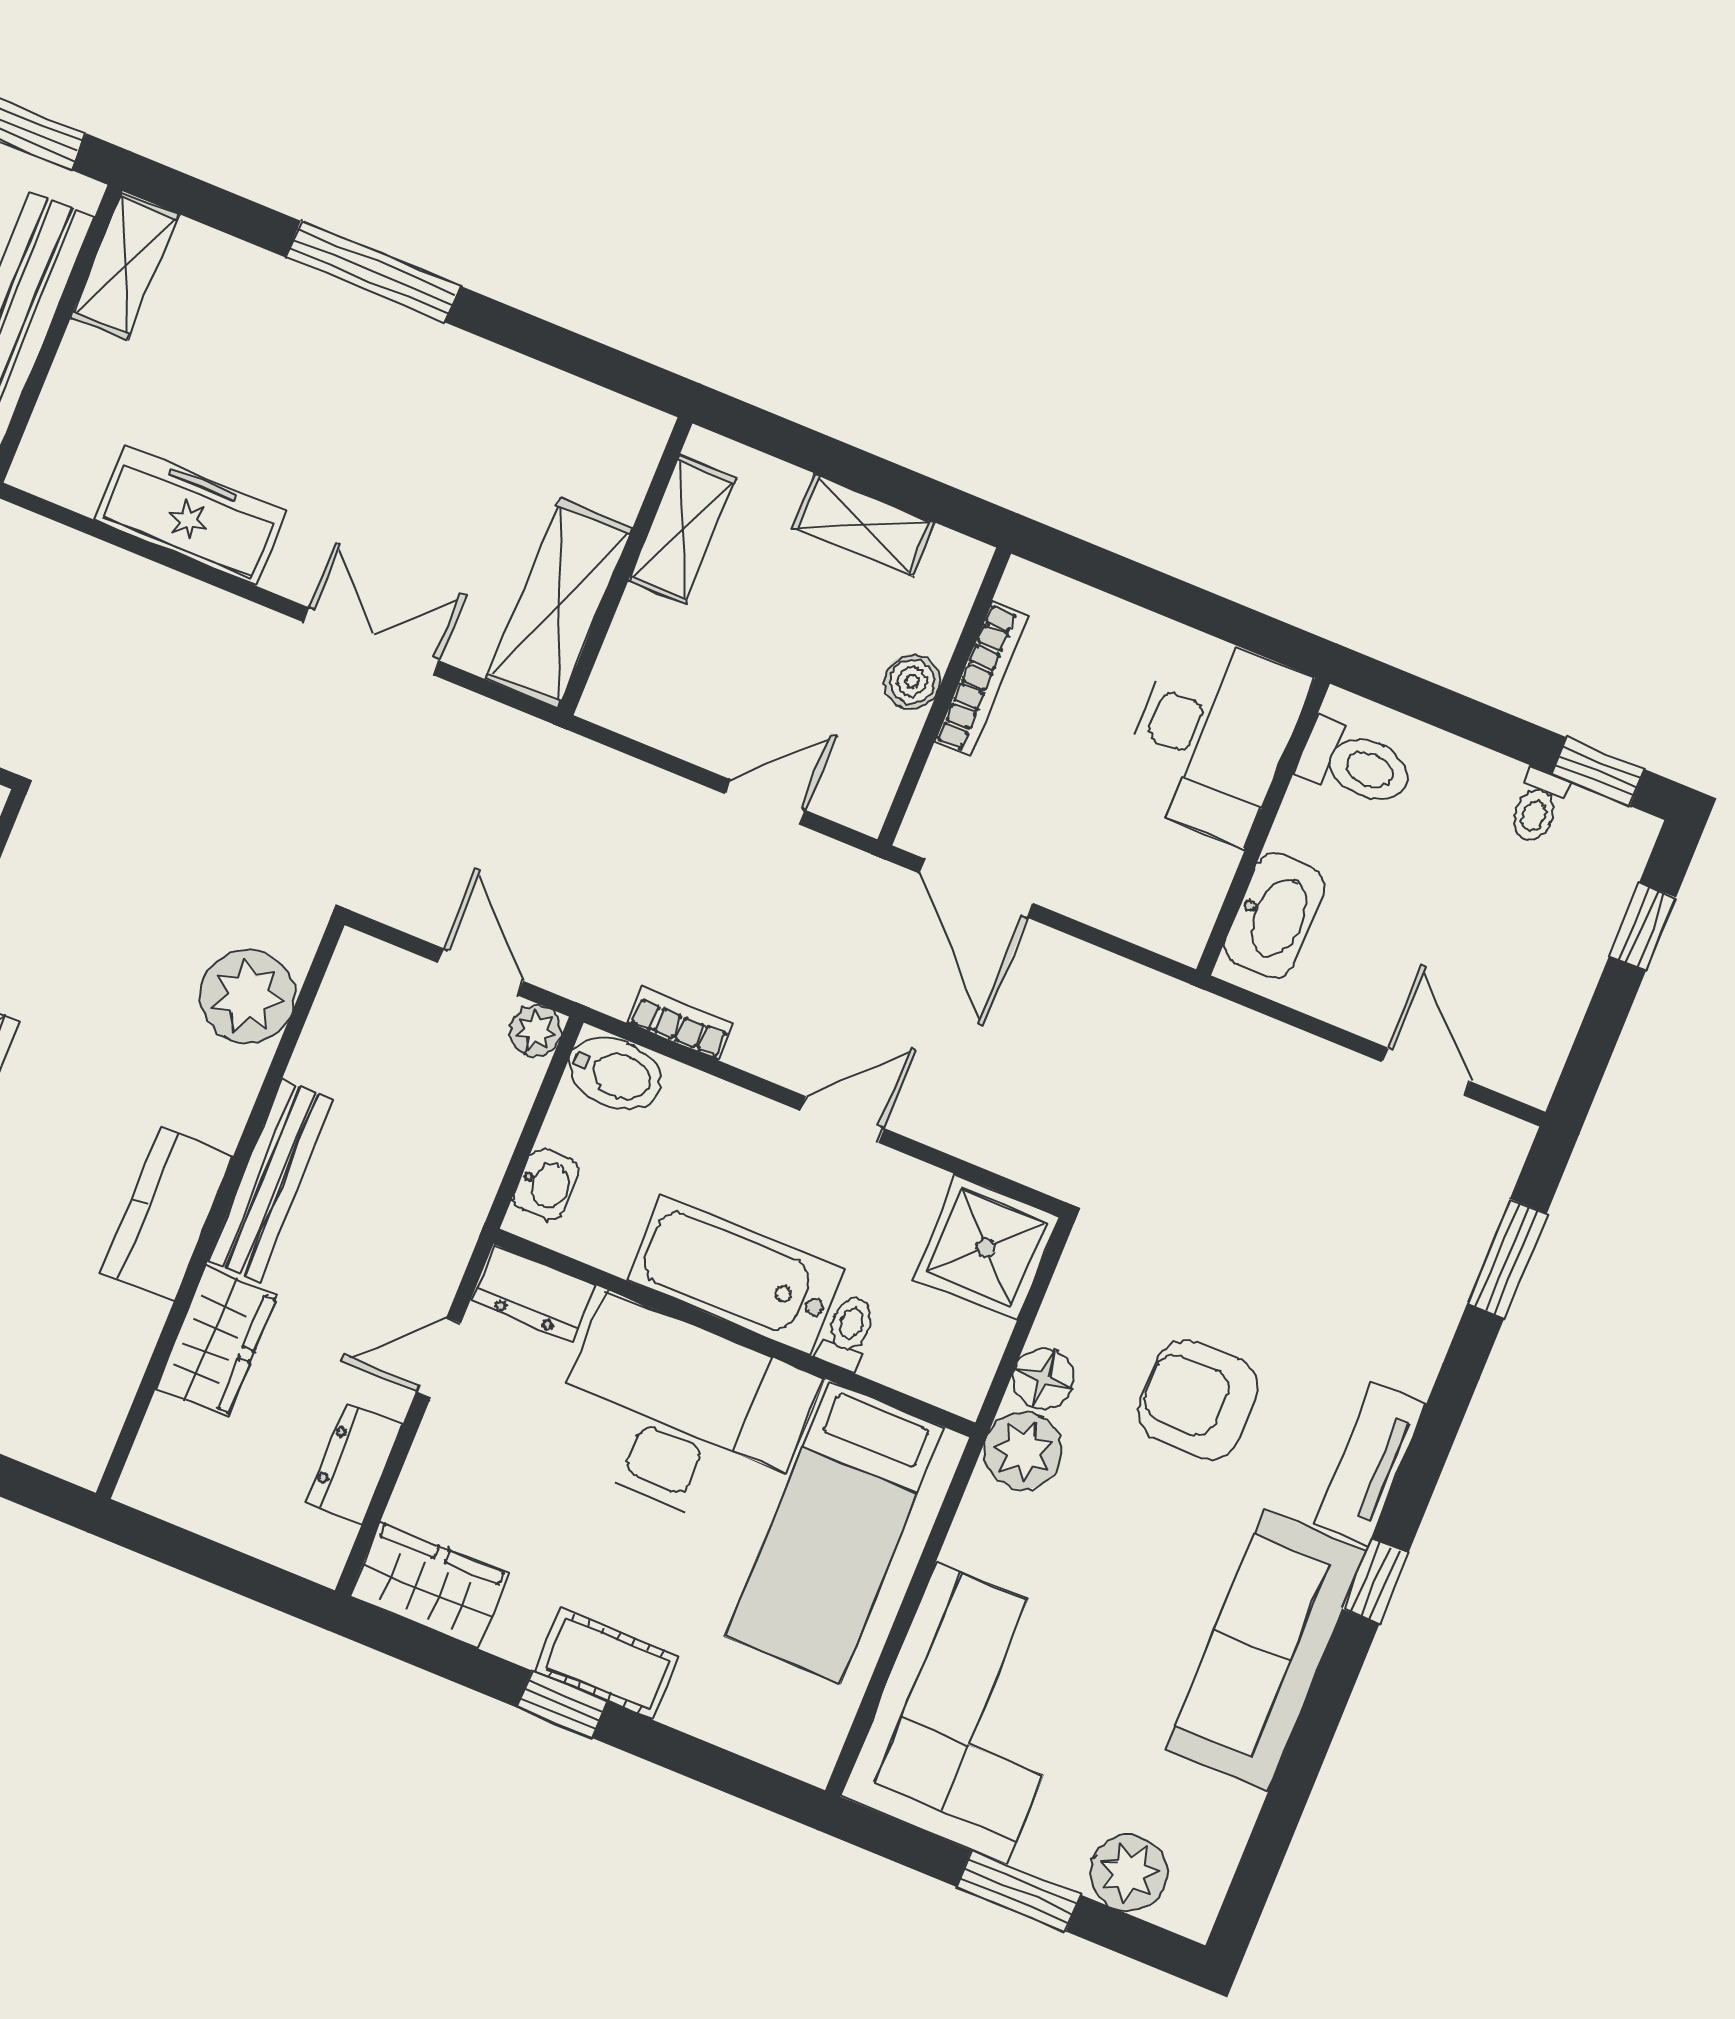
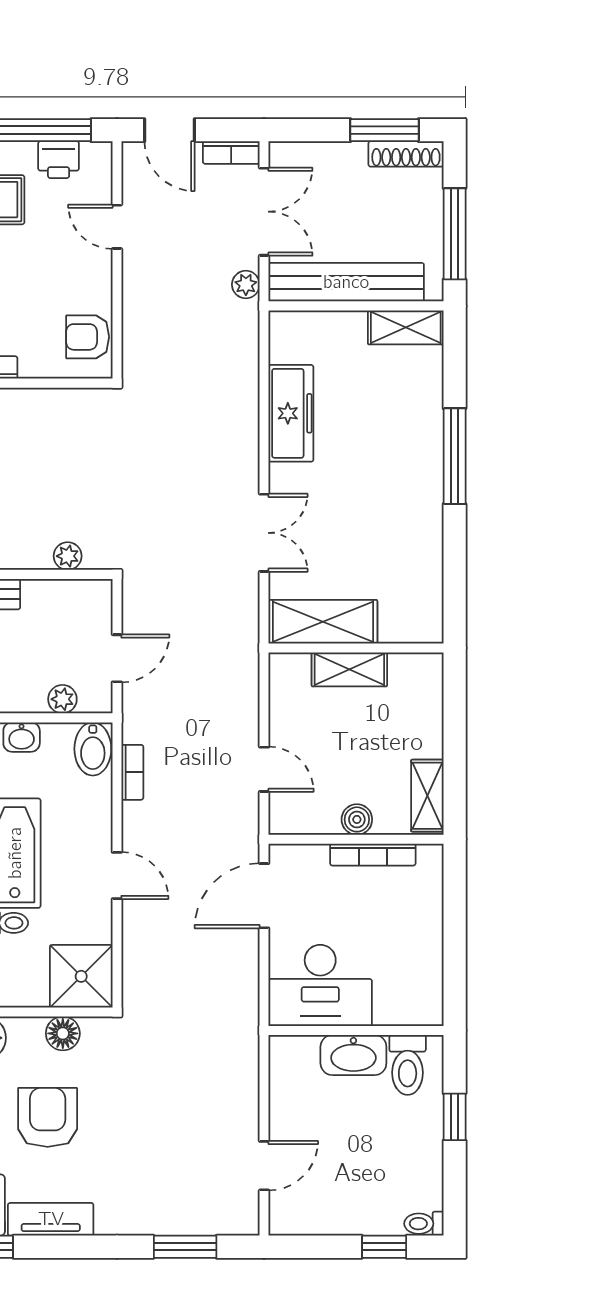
shelving: (864, 525) -> (427, 796), moved
shelving: (682, 530) -> (349, 669), moved
desk: (1212, 736) -> (320, 985), moved
window: (1598, 772) -> (455, 1117), moved
toilet: (1537, 806) -> (424, 1224), moved
washbasin: (1274, 916) -> (353, 1055), moved
plant: (248, 996) -> (68, 556), width x0.53, depth x0.53
plant: (536, 1031) -> (62, 699), moved
floor lamp: (1043, 1379) -> (63, 1033), moved

